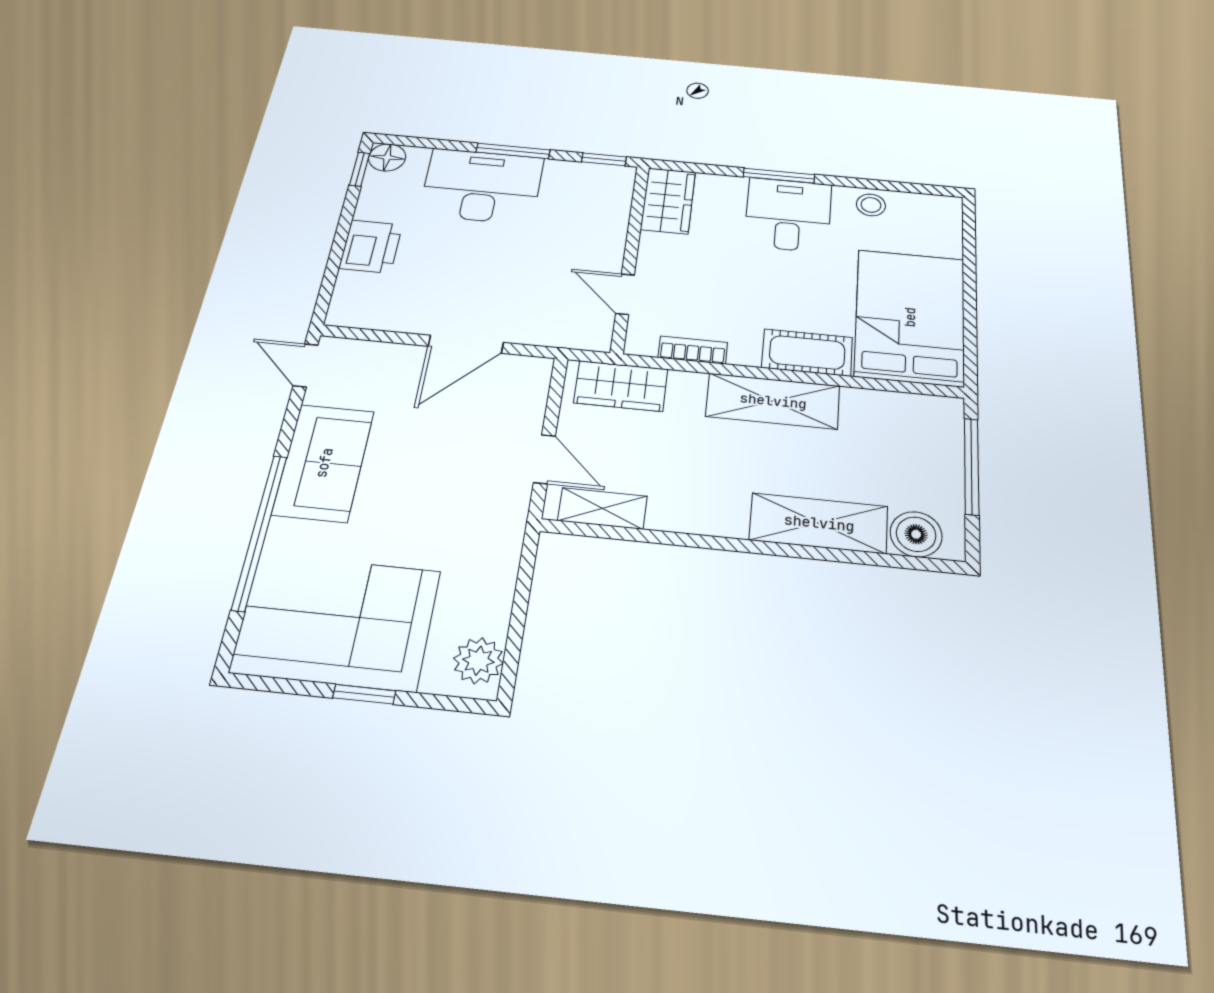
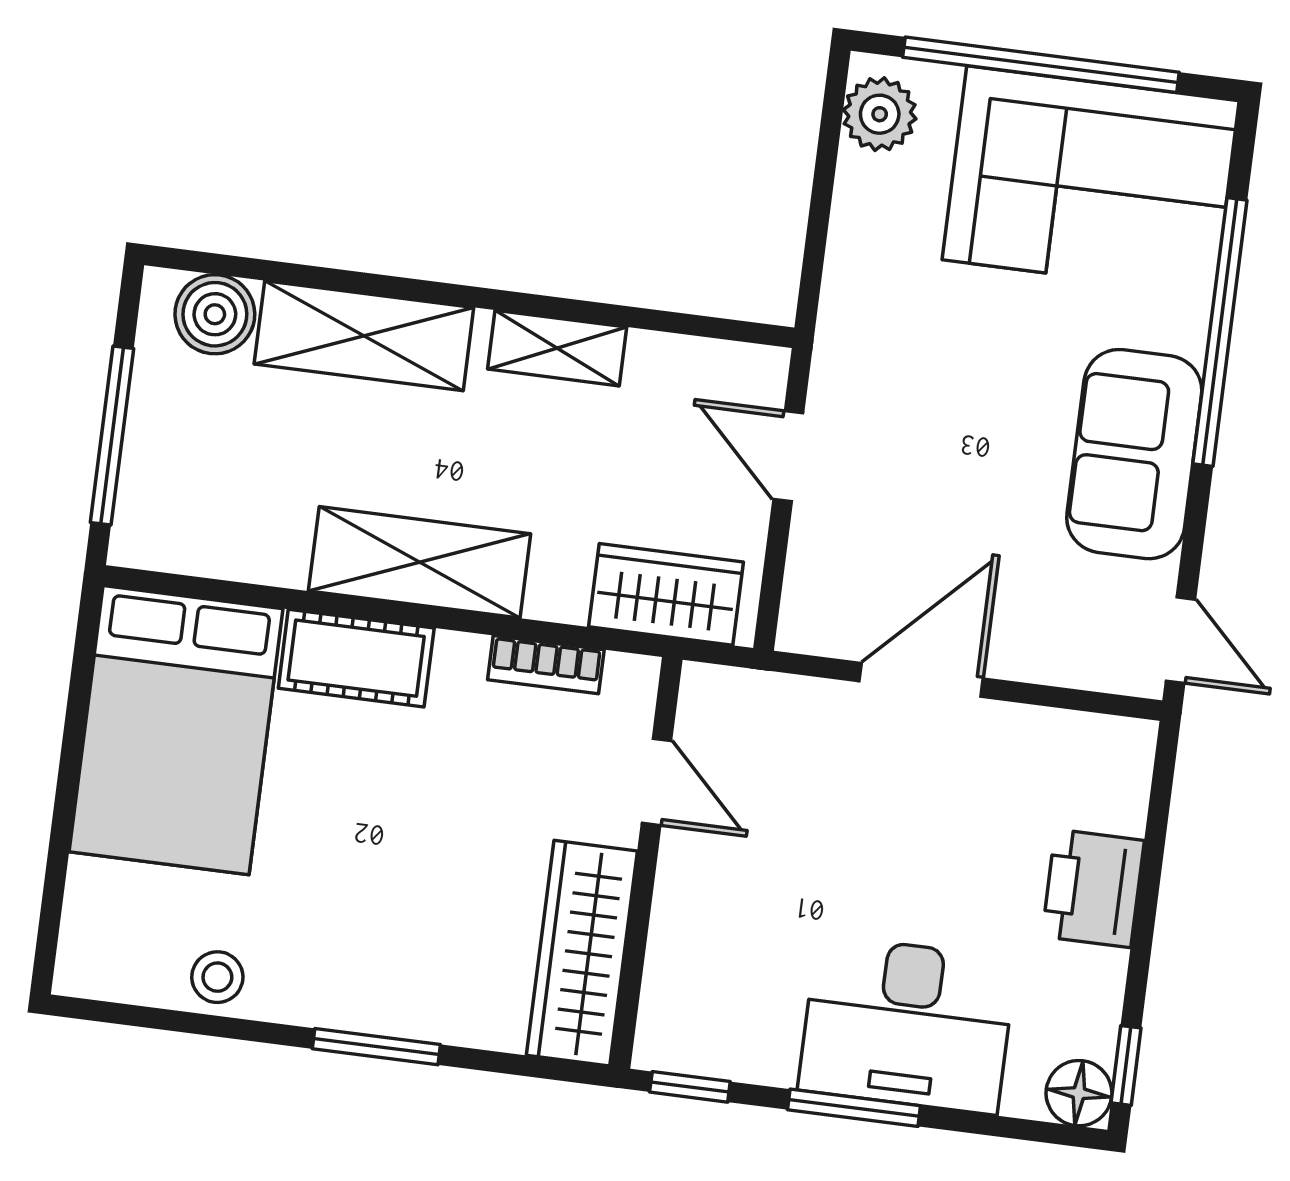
wardrobe: (668, 201) -> (582, 953), width x1.50
desk: (788, 215) -> (366, 955), removed
shelving: (602, 508) -> (557, 348), moved
window: (364, 694) -> (1041, 65), width x3.17

